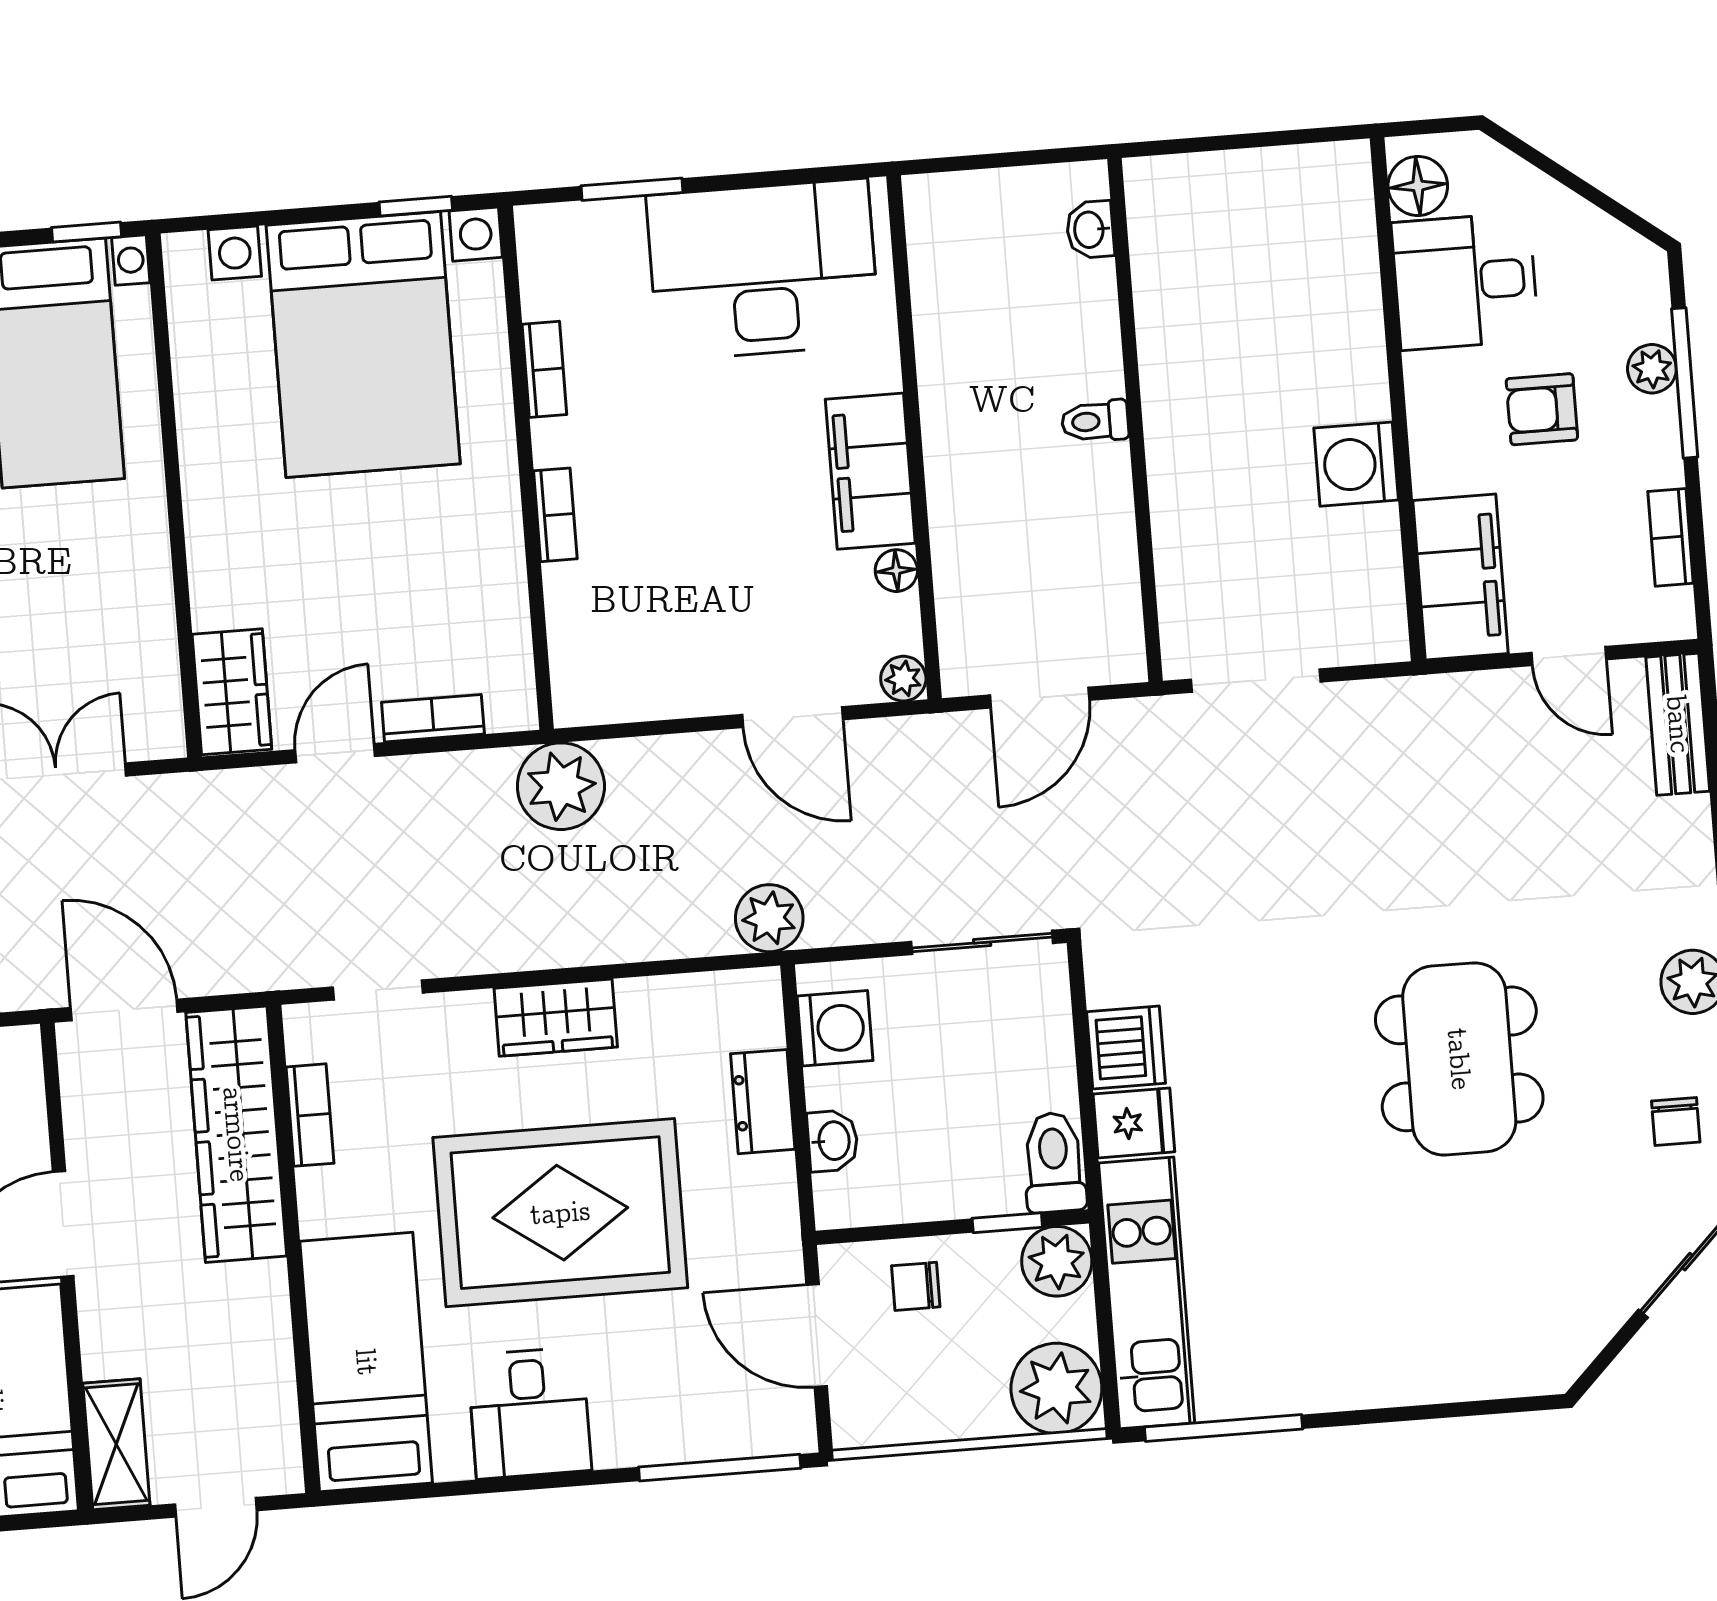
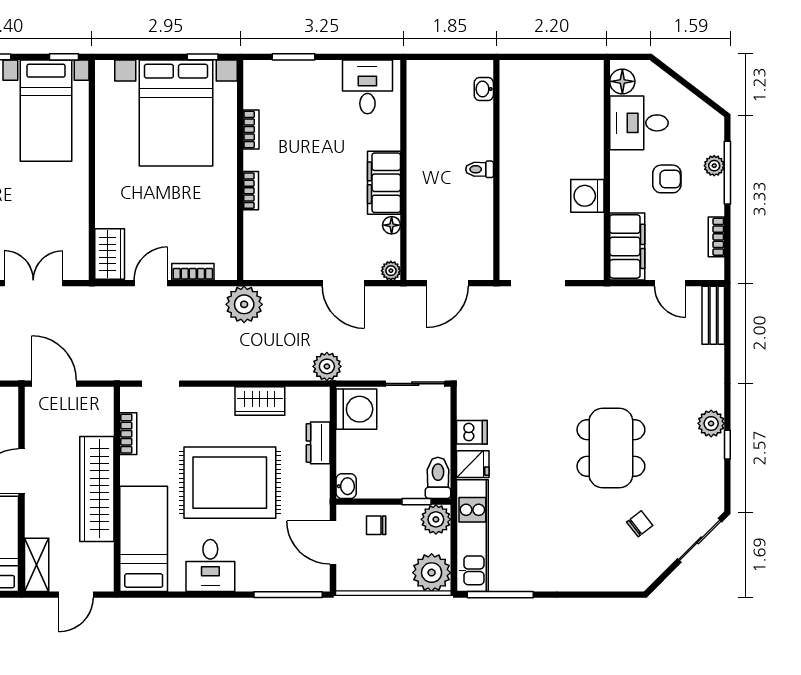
desk: (763, 270) -> (367, 87), width x0.53, depth x0.77
armchair: (1542, 409) -> (667, 179), turned 180
wardrobe: (556, 1018) -> (260, 401), moved
washing machine: (835, 1028) -> (356, 409), width x1.37, depth x1.37
dishwasher: (1126, 1047) -> (472, 432), width x0.73
chair: (1676, 1122) -> (640, 524), moved, turned -128
wardrobe: (236, 1134) -> (97, 489), moved
washbasin: (833, 1141) -> (346, 486), moved

